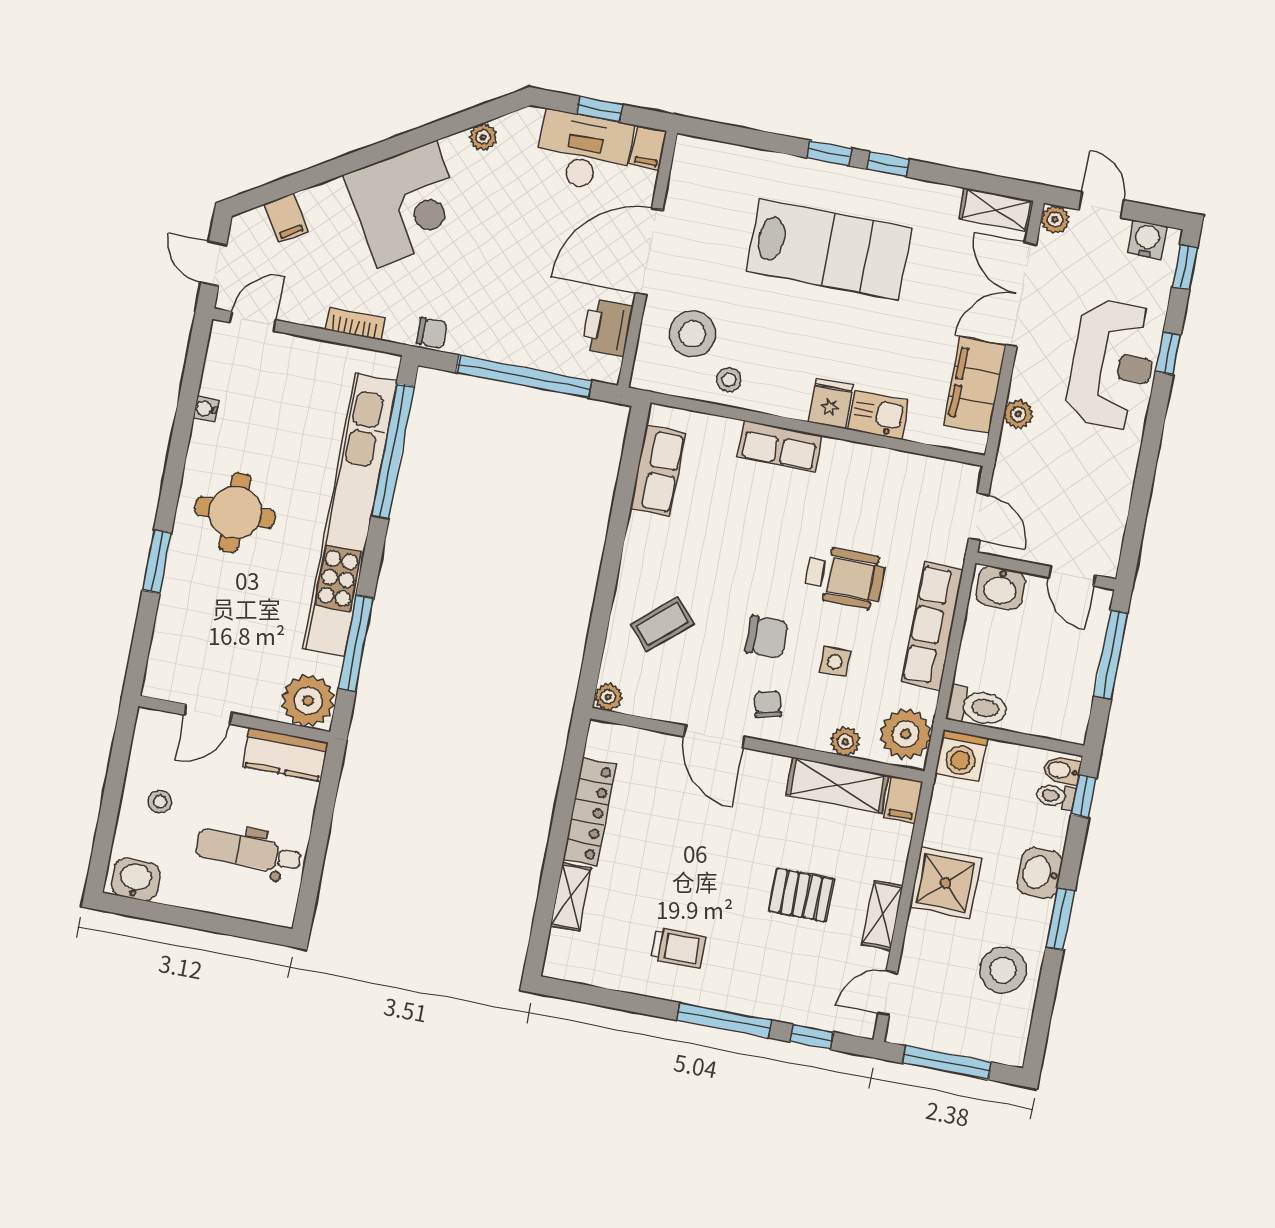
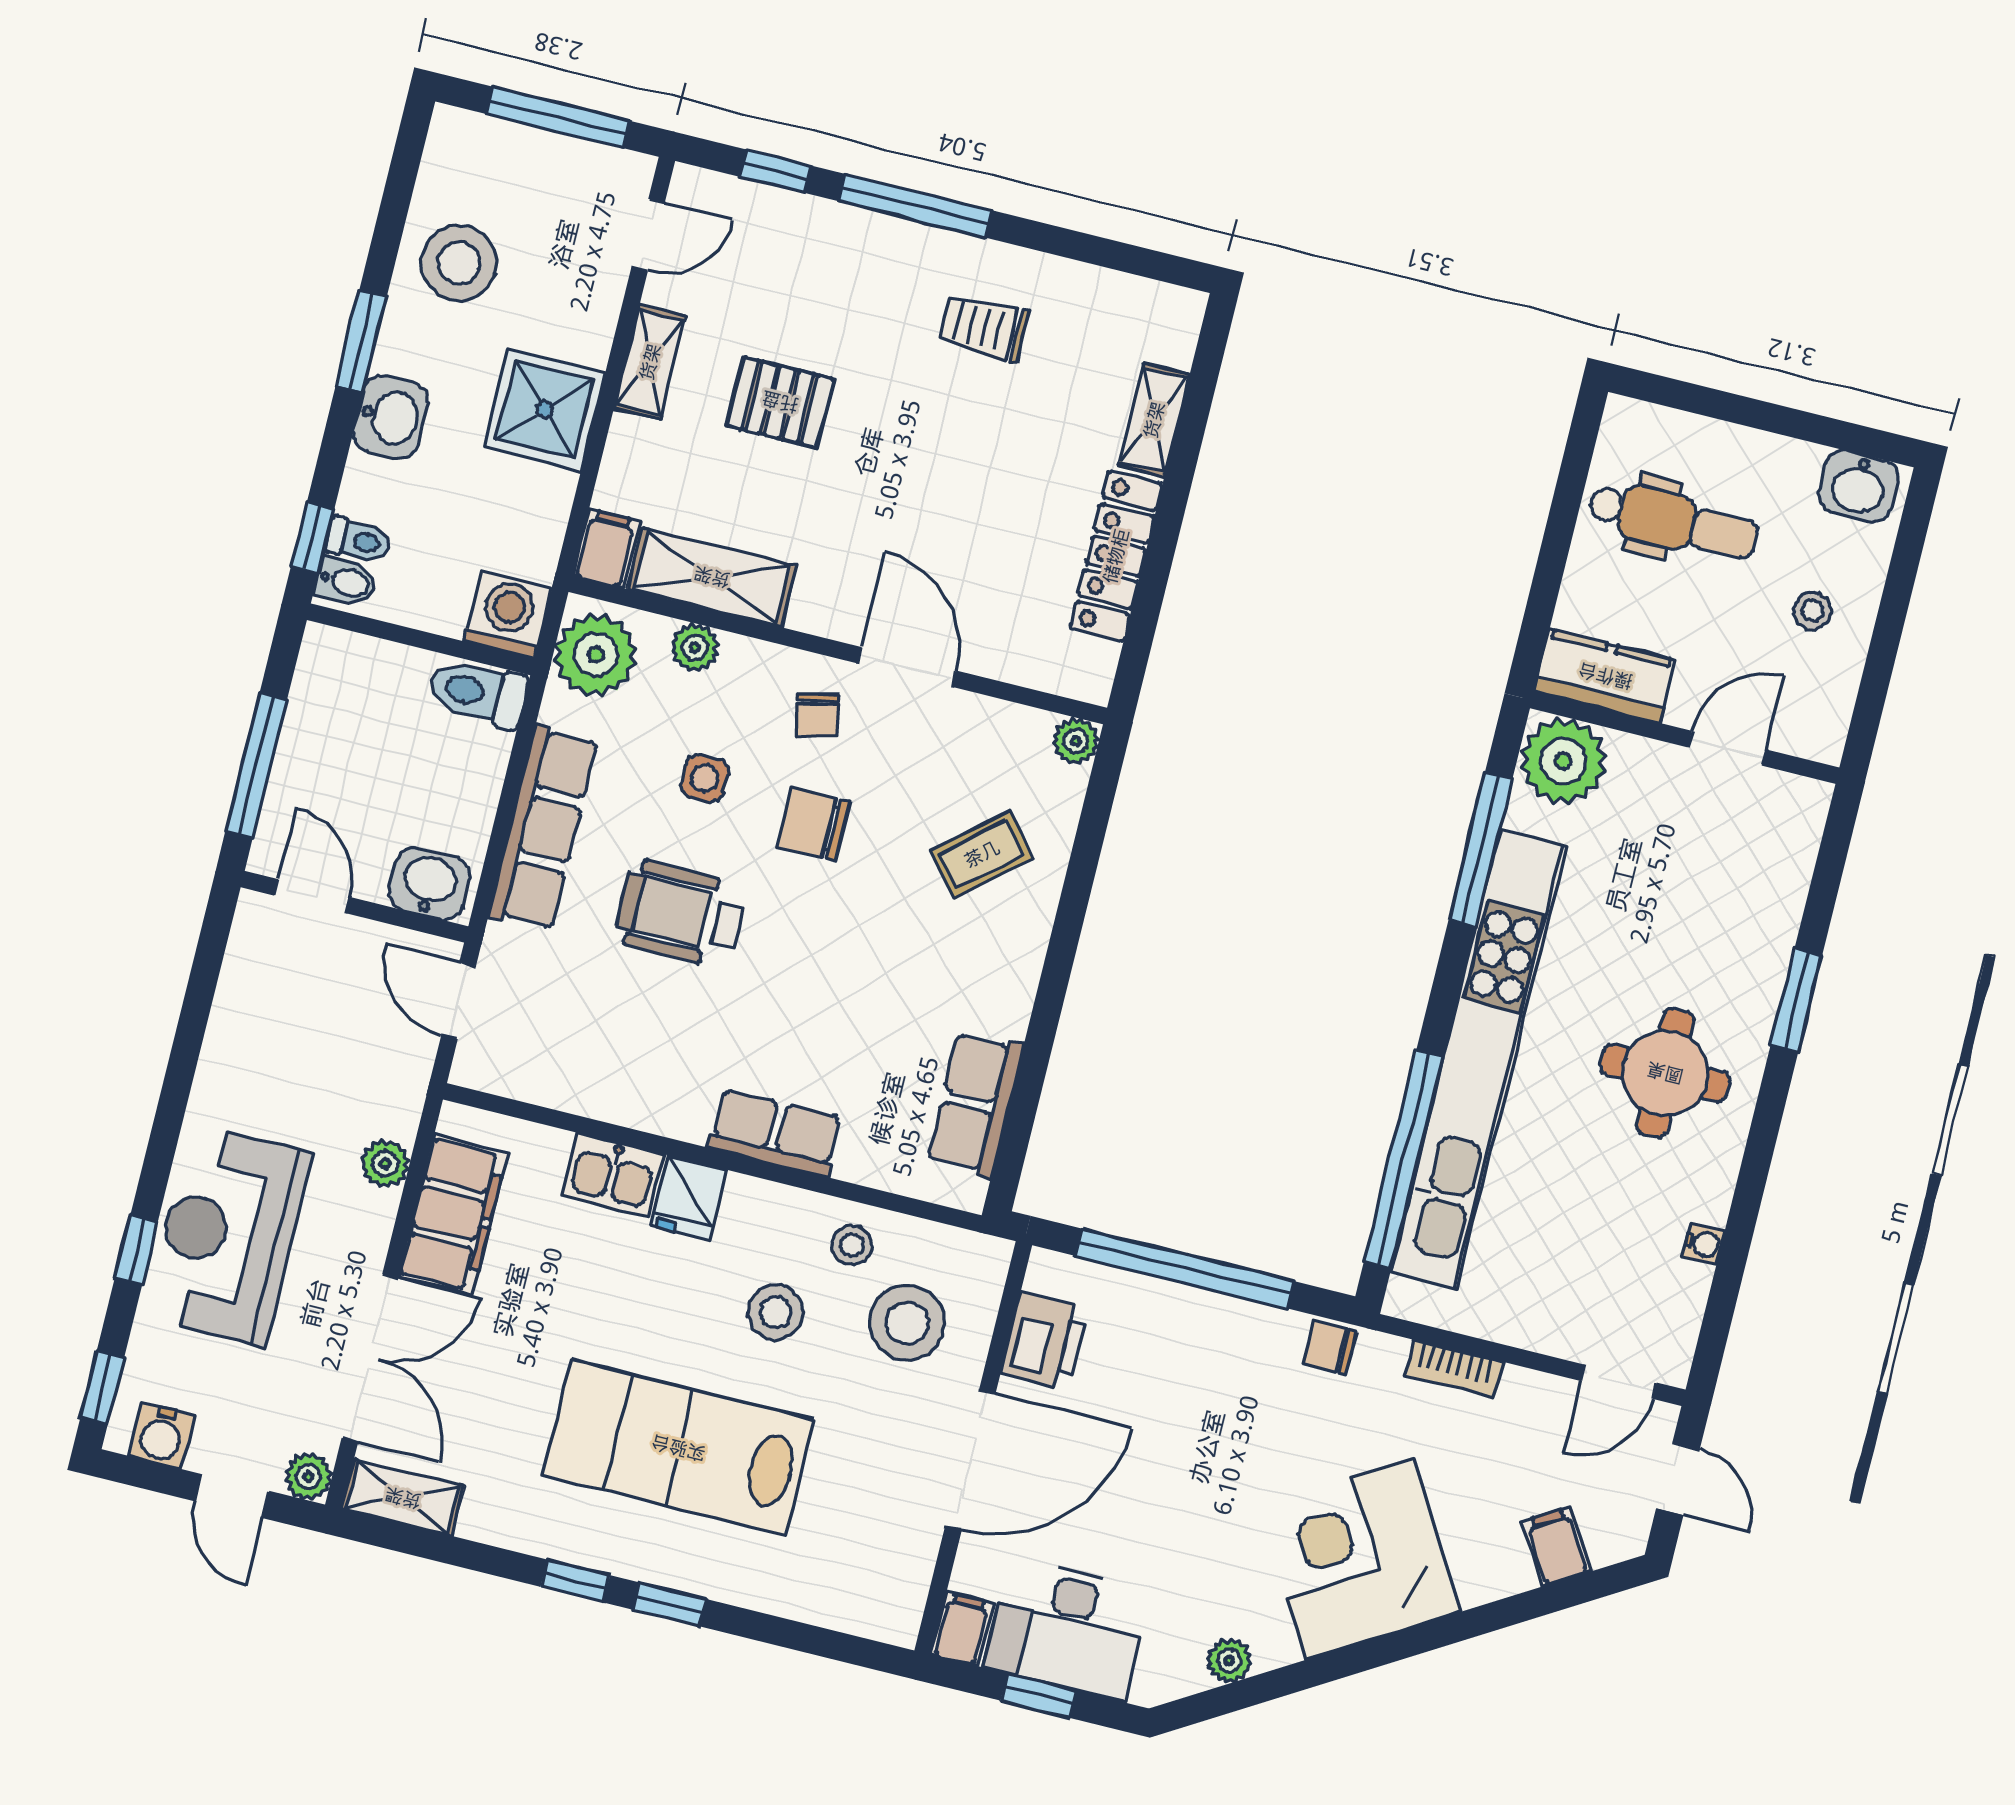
stool: (774, 336) -> (775, 1312), added

